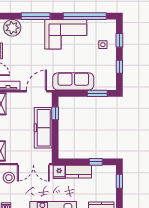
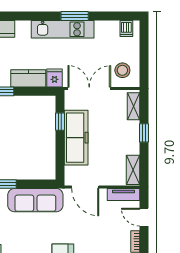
door: (36, 91) -> (85, 187), hinge flipped
window: (55, 113) -> (60, 122), moved

